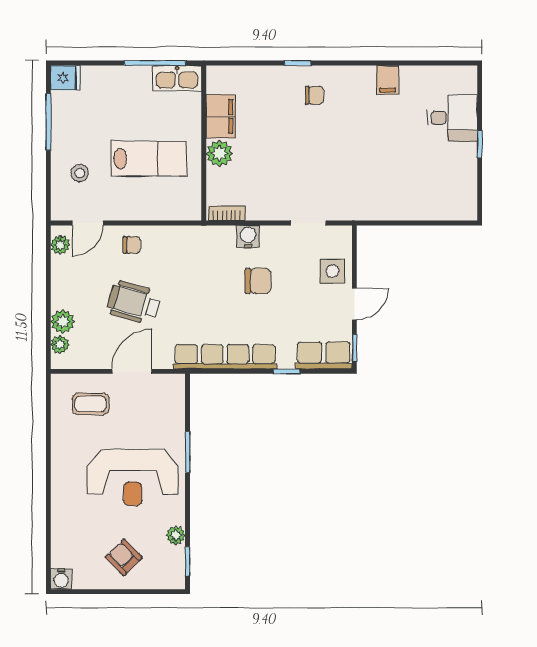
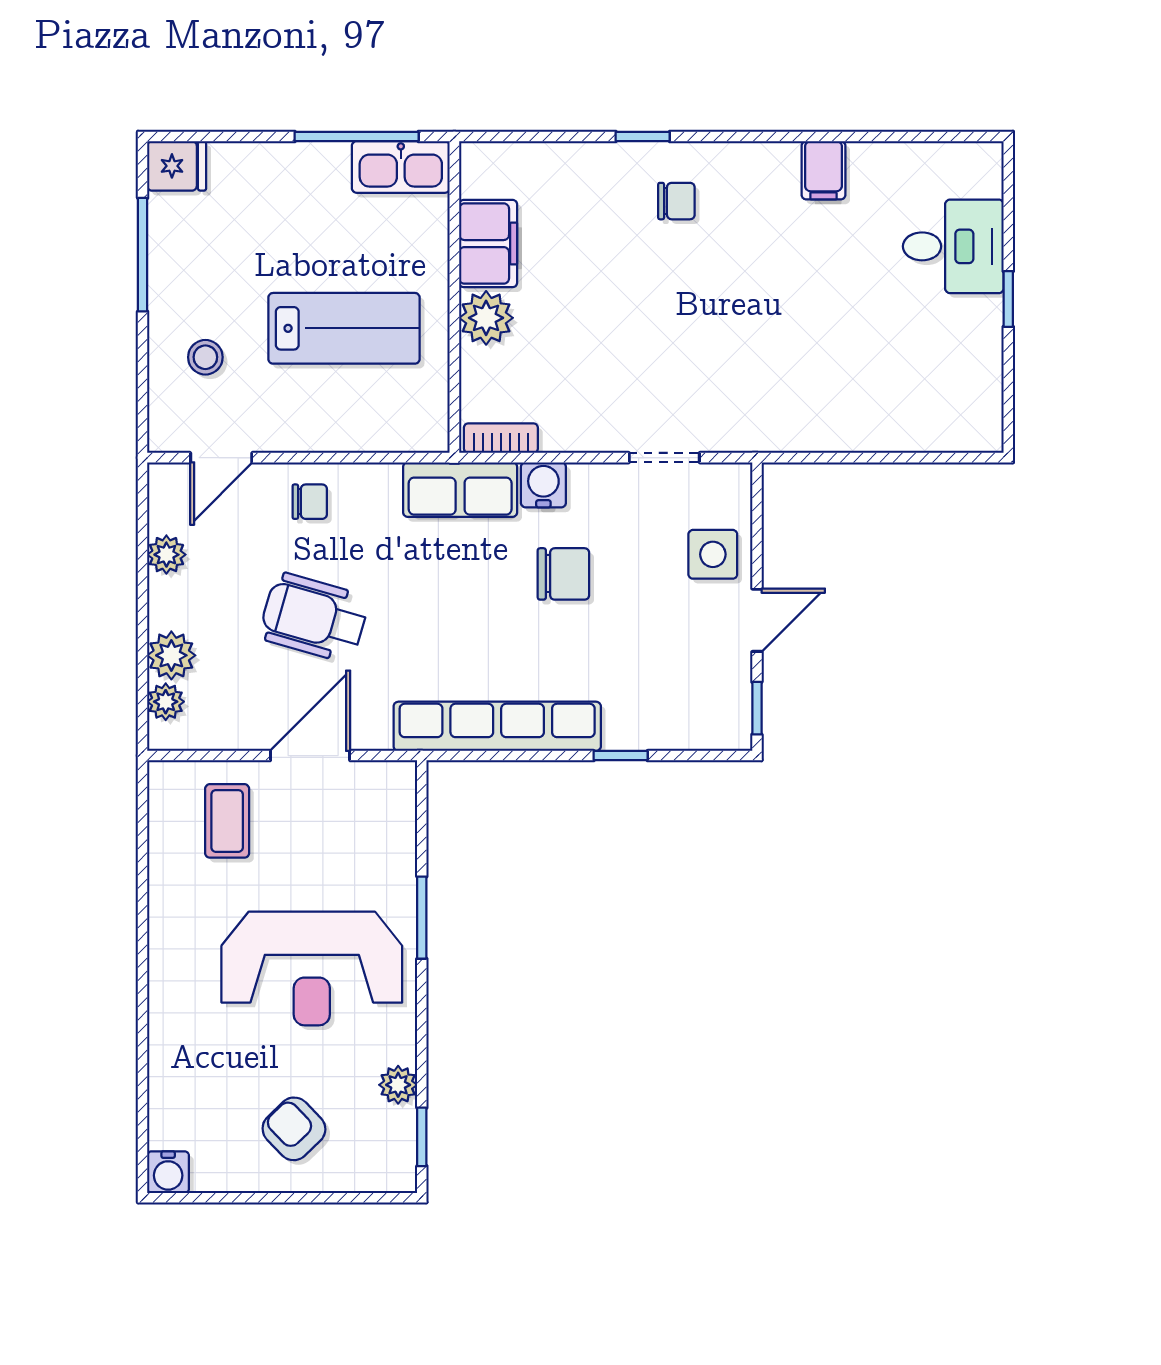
plant: (60, 245) -> (166, 555), moved
row of seats: (324, 355) -> (460, 490), moved, turned 180
coffee table: (91, 404) -> (227, 821), turned 90

